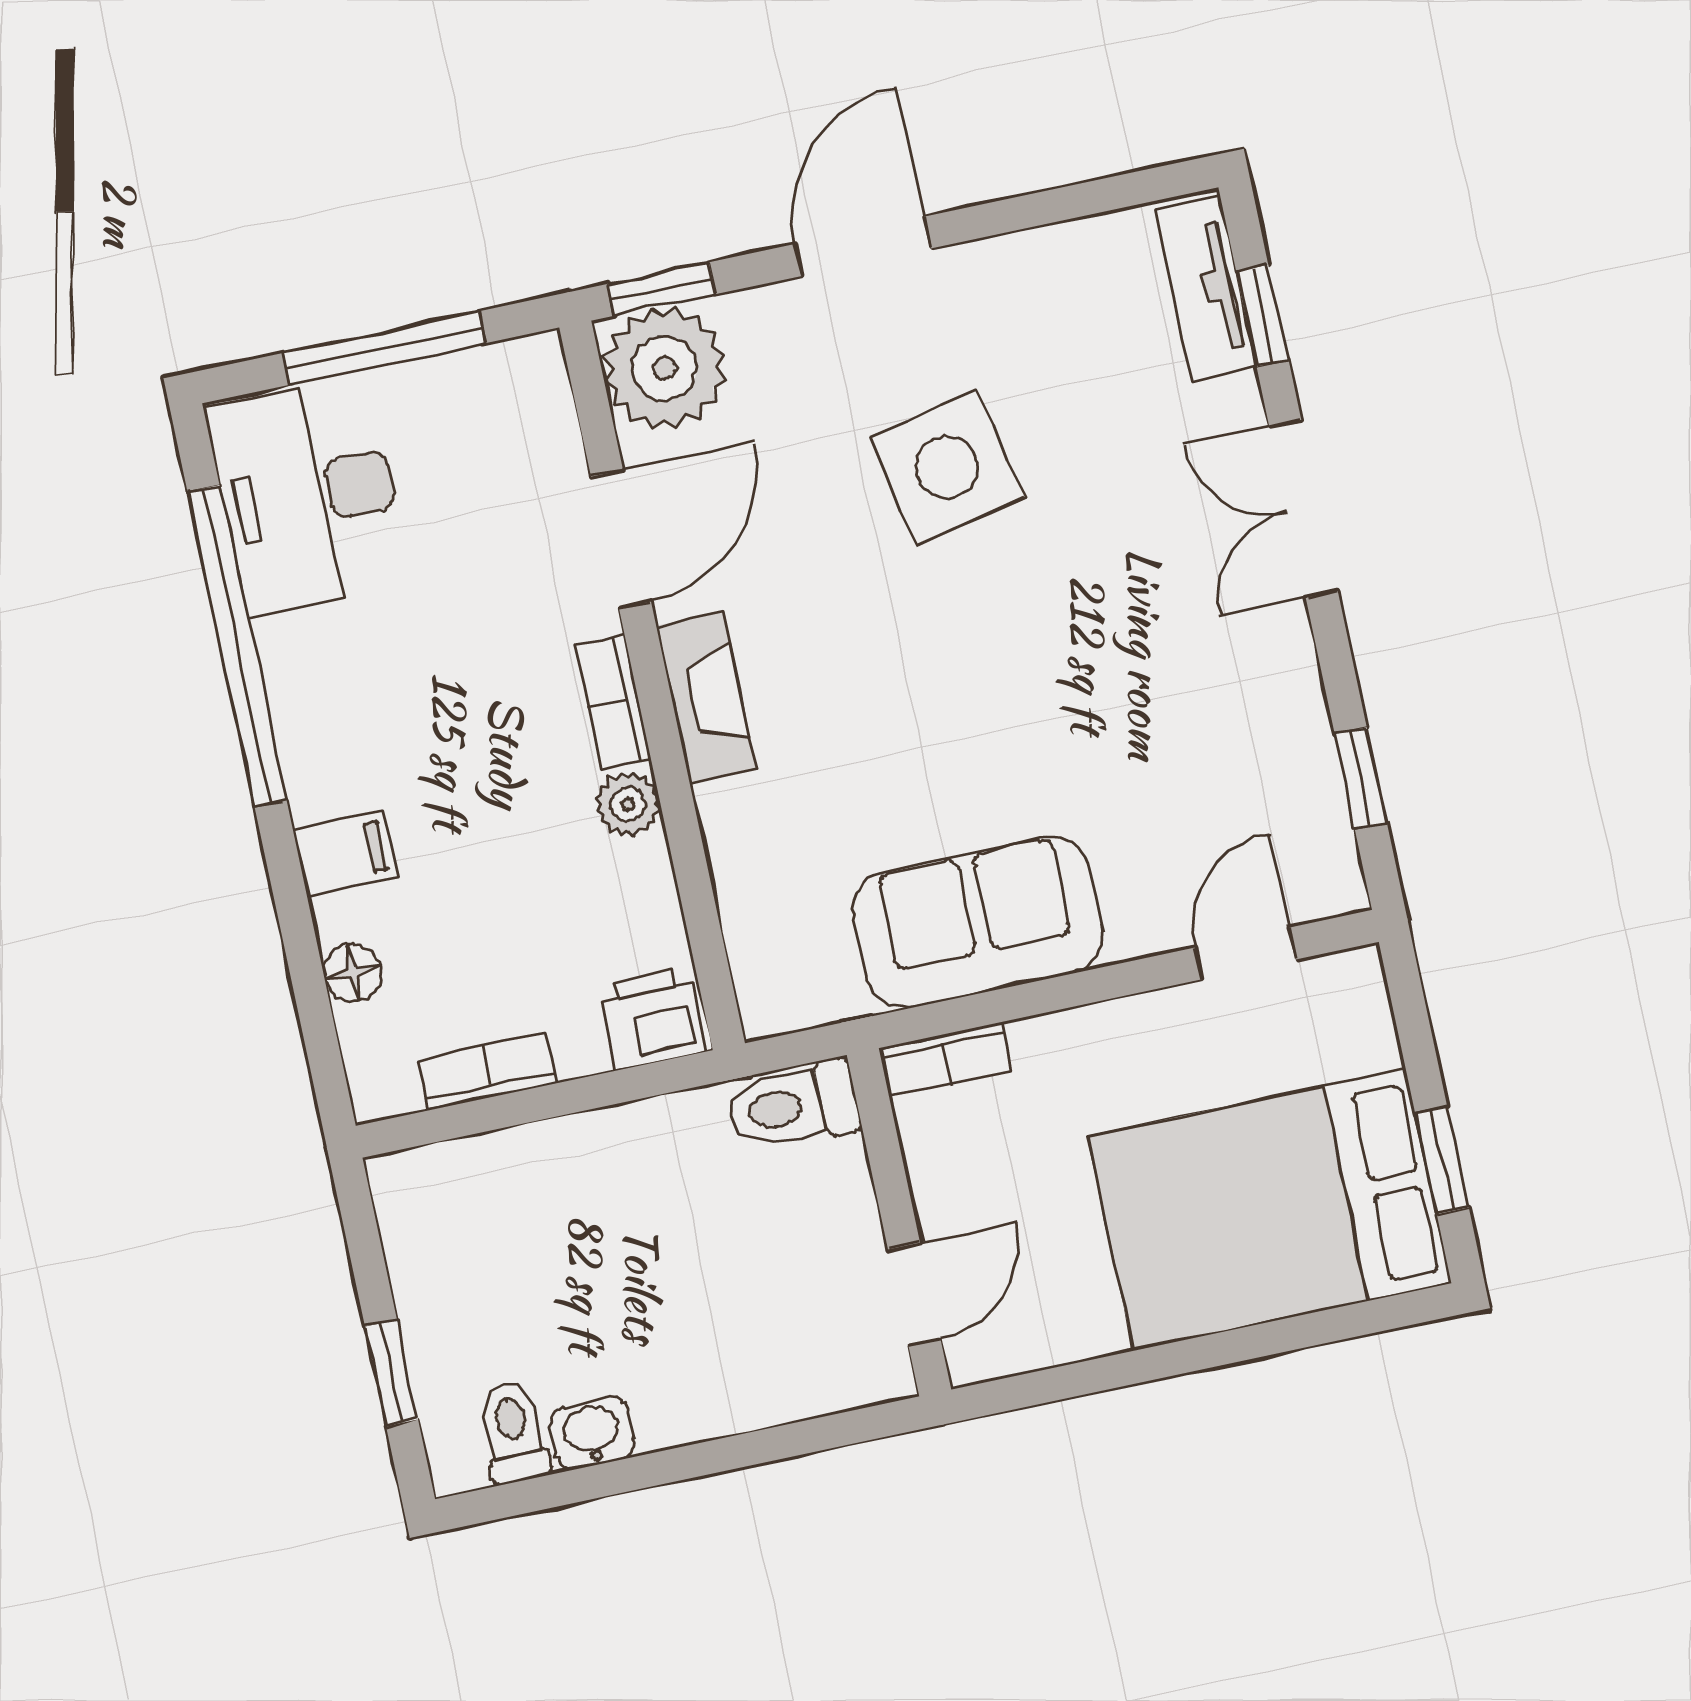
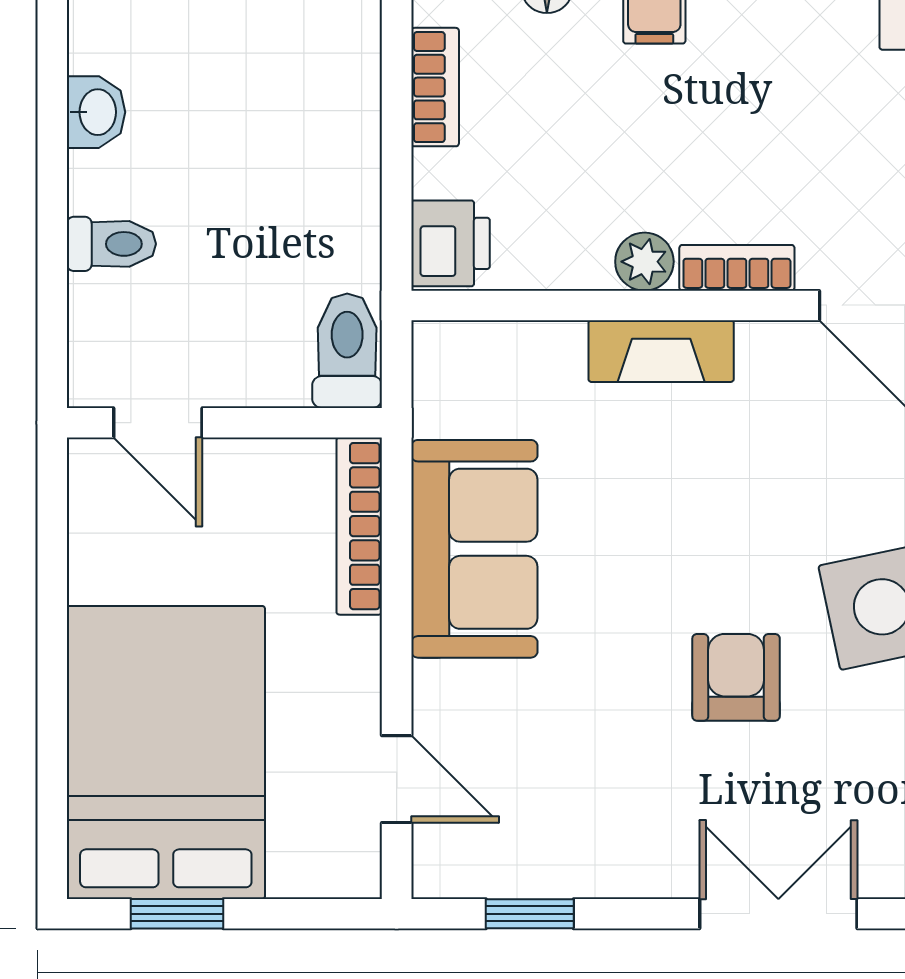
armchair: (1057, 609) -> (736, 677), added
fireplace: (706, 697) -> (661, 351), moved
bookcase: (945, 1060) -> (359, 526), width x1.56
toilet: (513, 1432) -> (111, 244), moved

